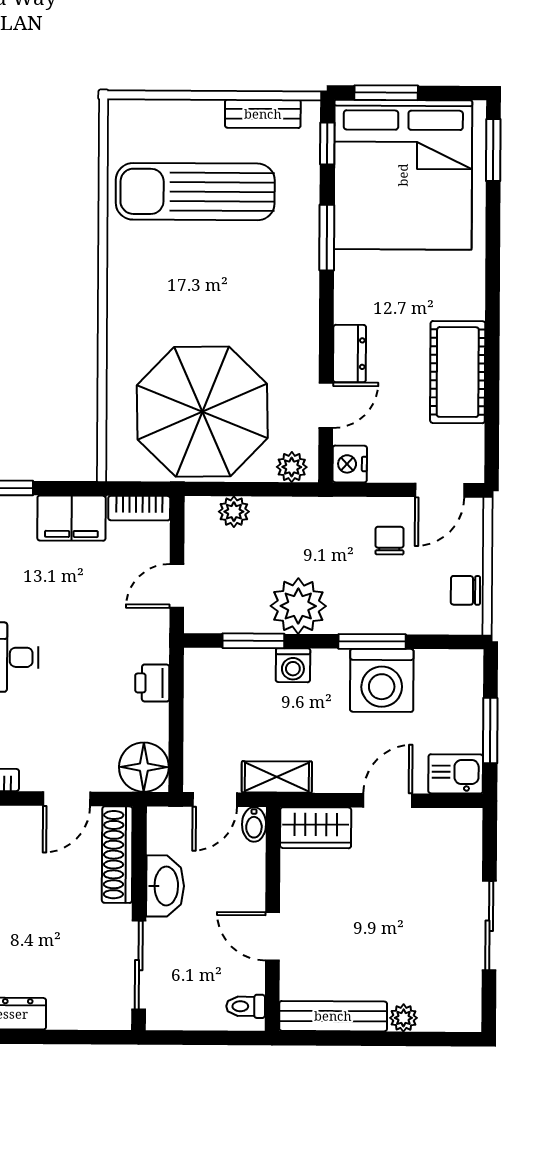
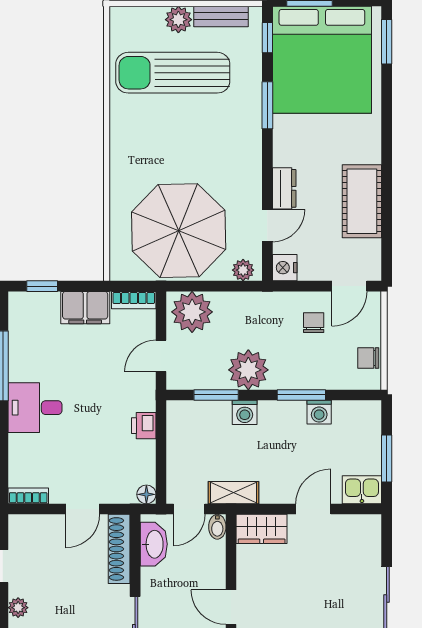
plant: (204, 118) -> (178, 20), added
plant: (234, 512) -> (192, 312), width x1.88, depth x1.88
washing machine: (382, 680) -> (319, 412), width x0.53, depth x0.53
floor lamp: (144, 767) -> (146, 494), width x0.53, depth x0.53
washbasin: (165, 886) -> (154, 544), moved

